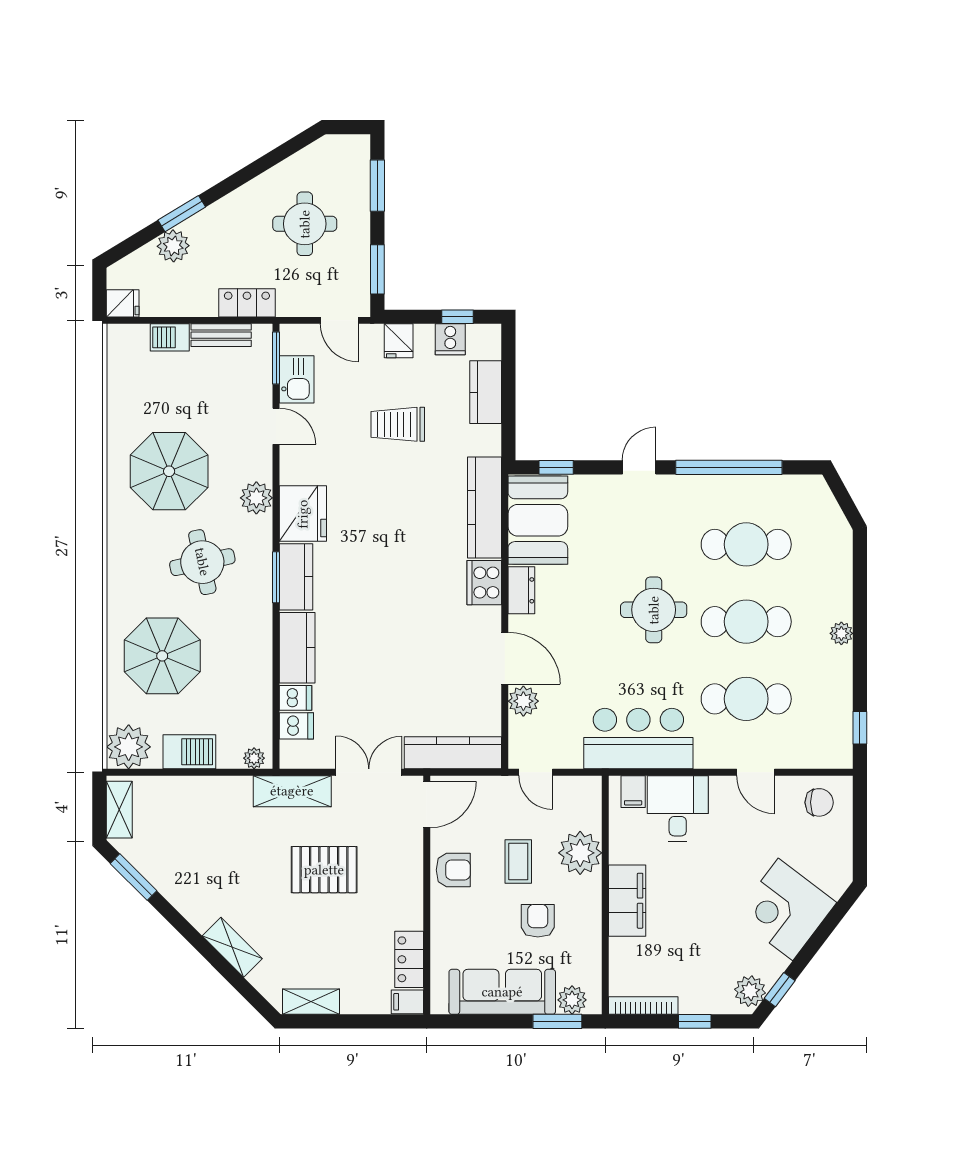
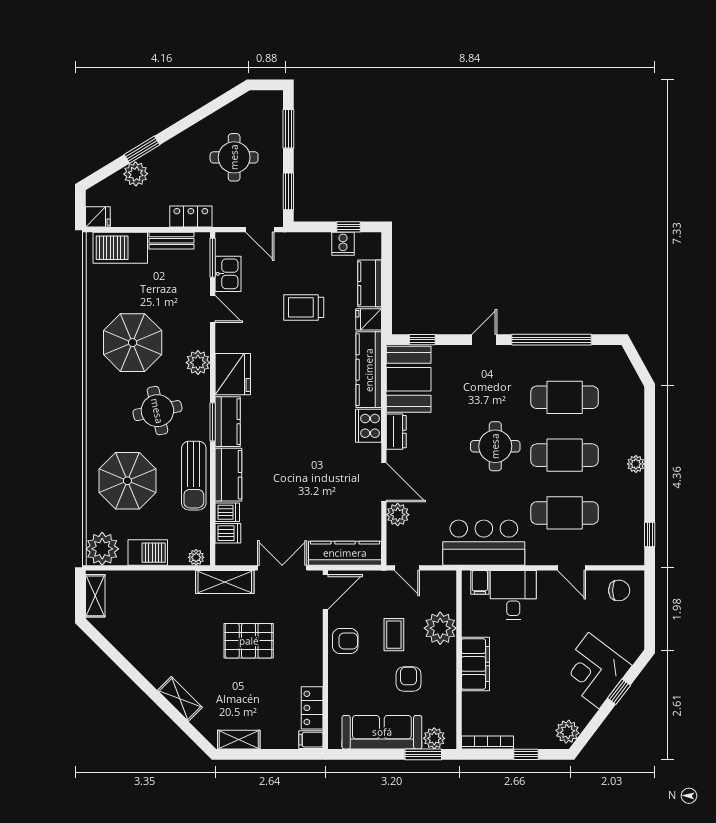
barbecue: (170, 337) -> (120, 248), width x1.88, depth x1.53
fridge: (399, 341) -> (369, 319), moved, turned 90
sun lounger: (251, 649) -> (194, 476), added
window: (133, 877) -> (106, 646), removed
window: (780, 990) -> (619, 692), moved

